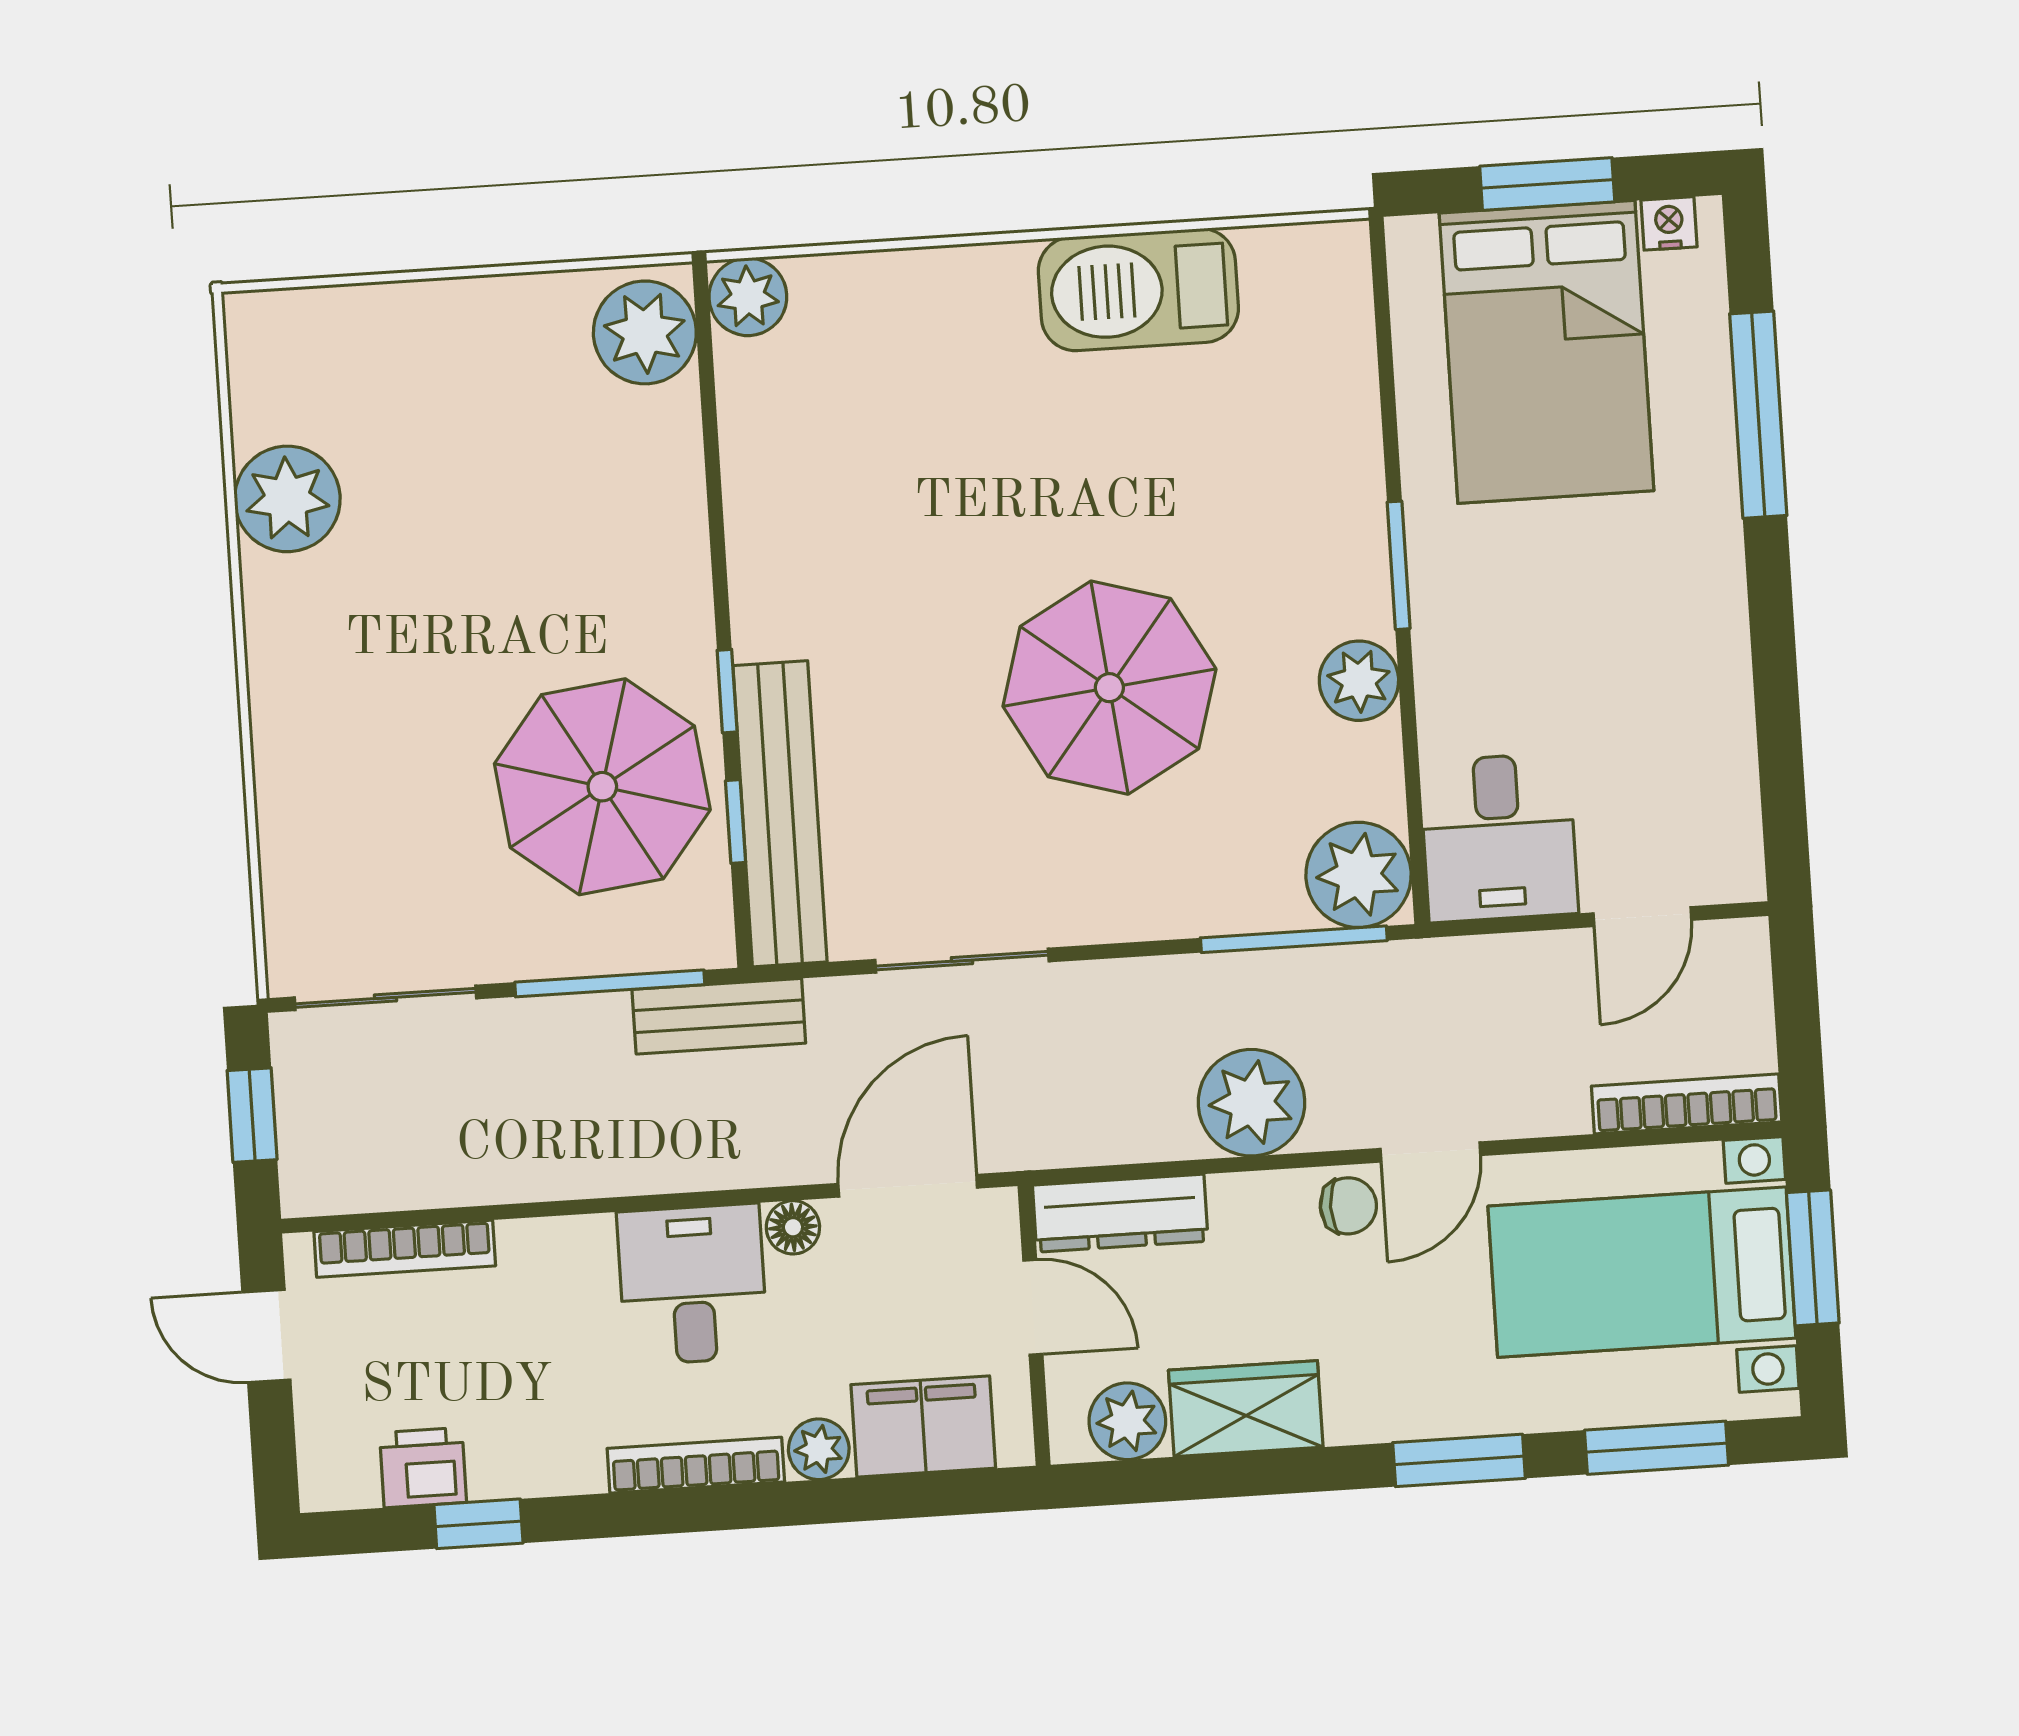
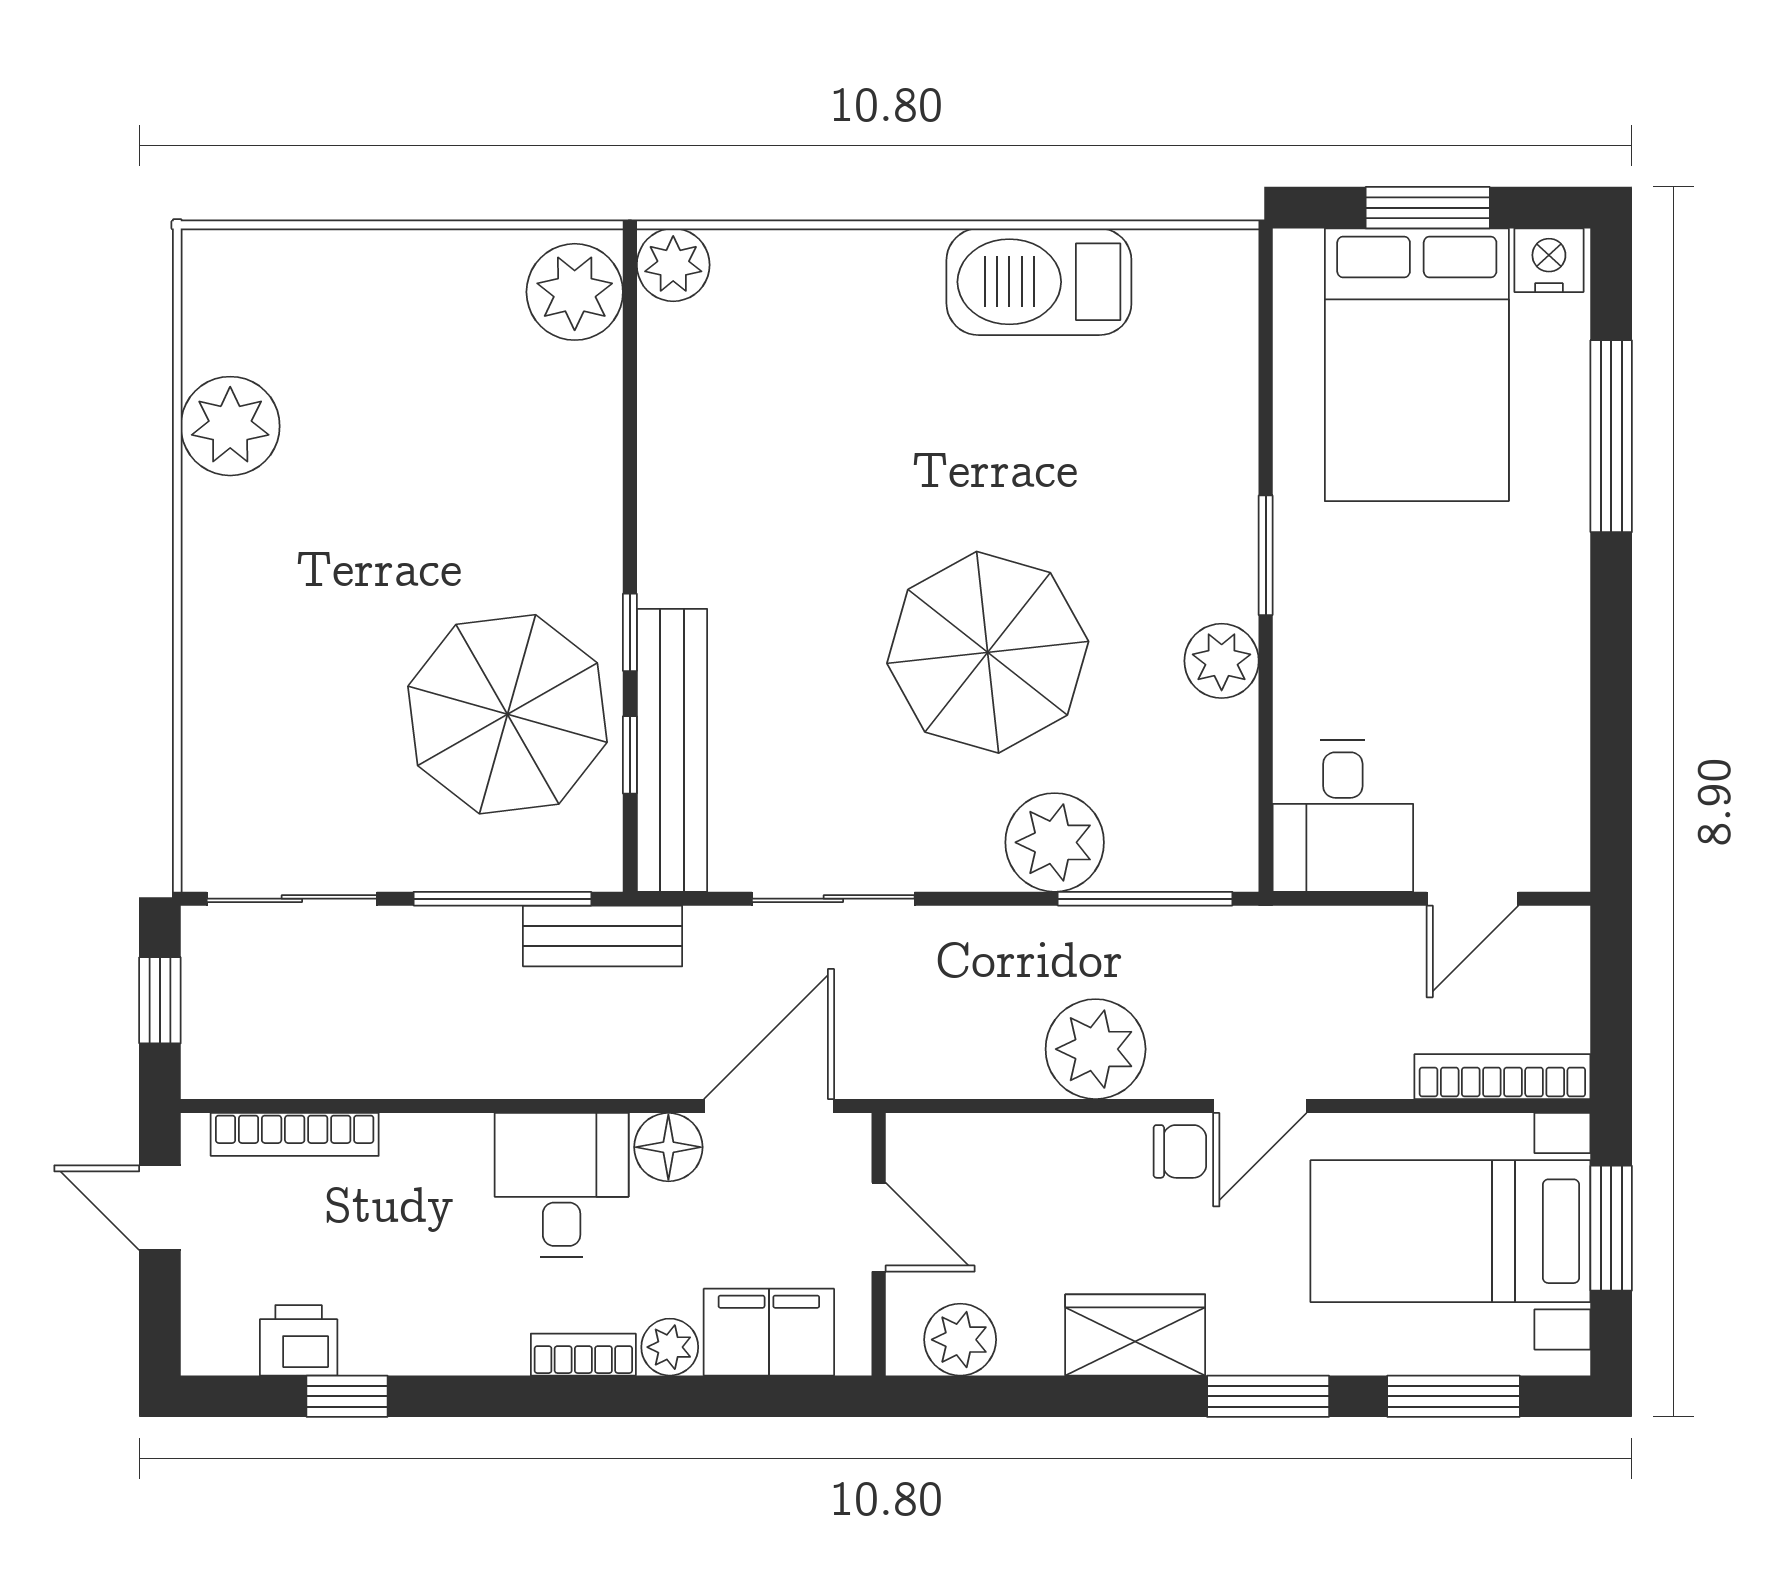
nightstand: (1669, 223) -> (1549, 260), width x1.39, depth x1.35
plant: (1358, 875) -> (1055, 842), moved
dresser: (1120, 1213) -> (966, 1144), removed
floor lamp: (793, 1227) -> (668, 1147), width x1.37, depth x1.37
wardrobe: (1246, 1409) -> (1135, 1335), moved
bookcase: (696, 1465) -> (583, 1355), width x0.64

